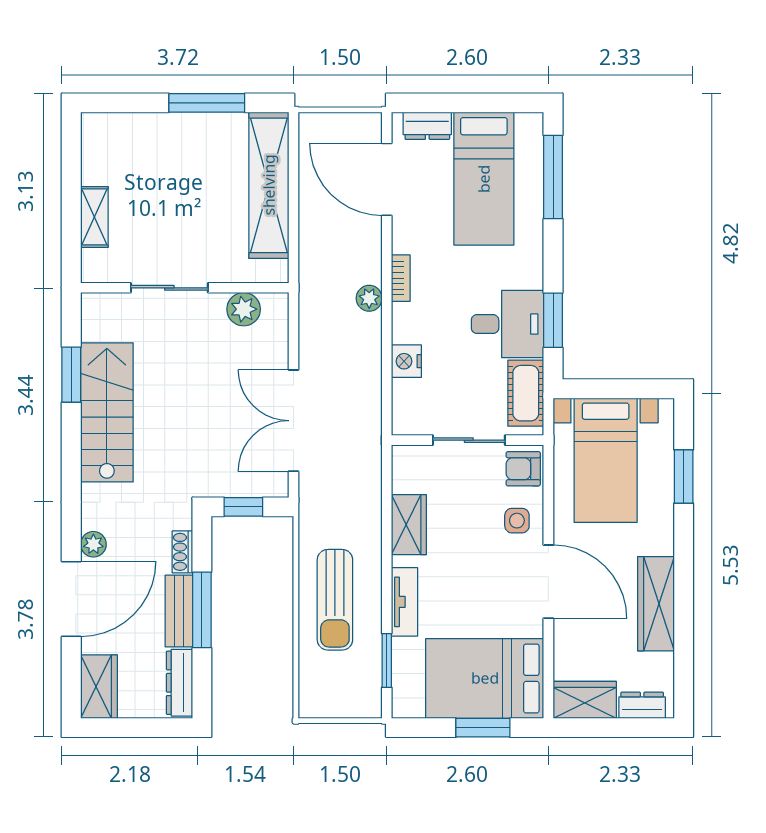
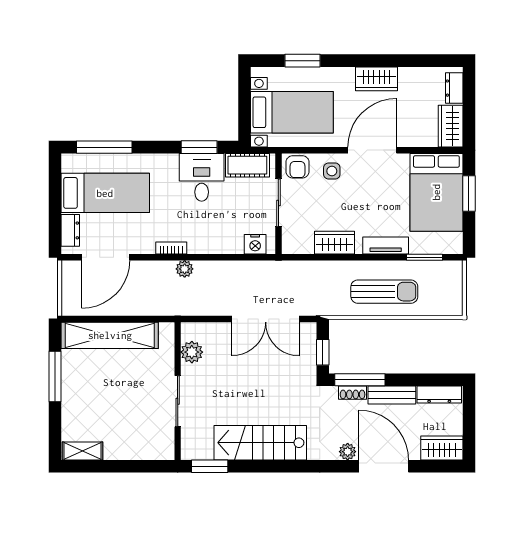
shelving: (94, 217) -> (83, 451), moved
nightstand: (406, 361) -> (255, 244), moved
window: (71, 375) -> (210, 466), moved
wardrobe: (656, 604) -> (376, 79), width x0.67
window: (202, 610) -> (360, 380), moved

